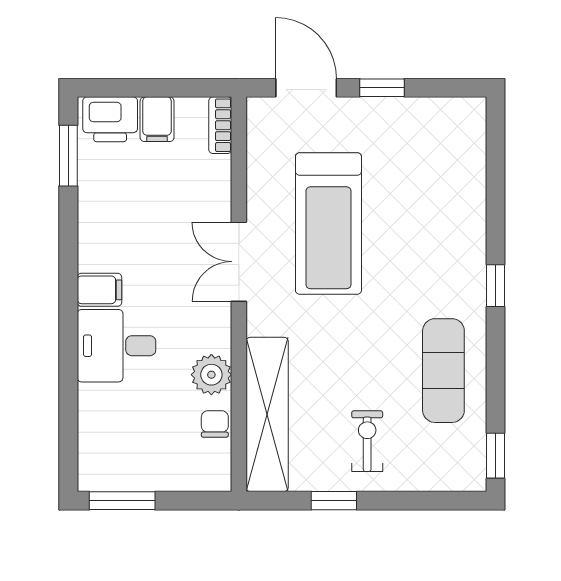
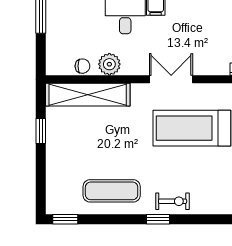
exercise bike: (367, 441) -> (173, 201), moved

